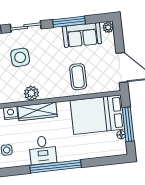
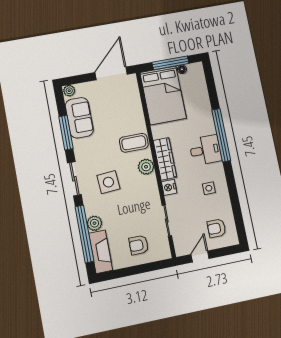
coffee table: (78, 77) -> (134, 143), moved

